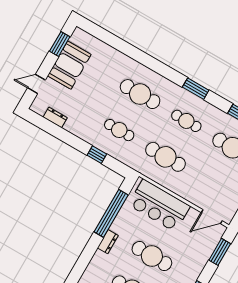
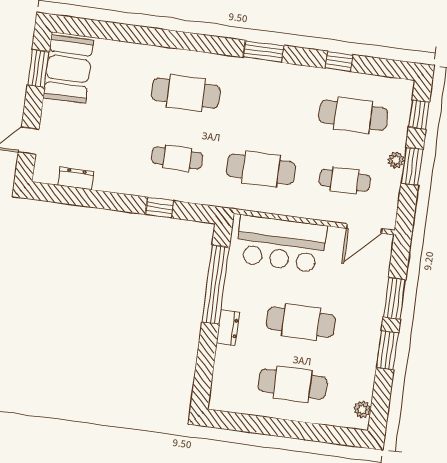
booth: (69, 65) -> (68, 69), moved
cafe table: (186, 121) -> (345, 180), moved
window: (220, 252) -> (394, 298), moved

